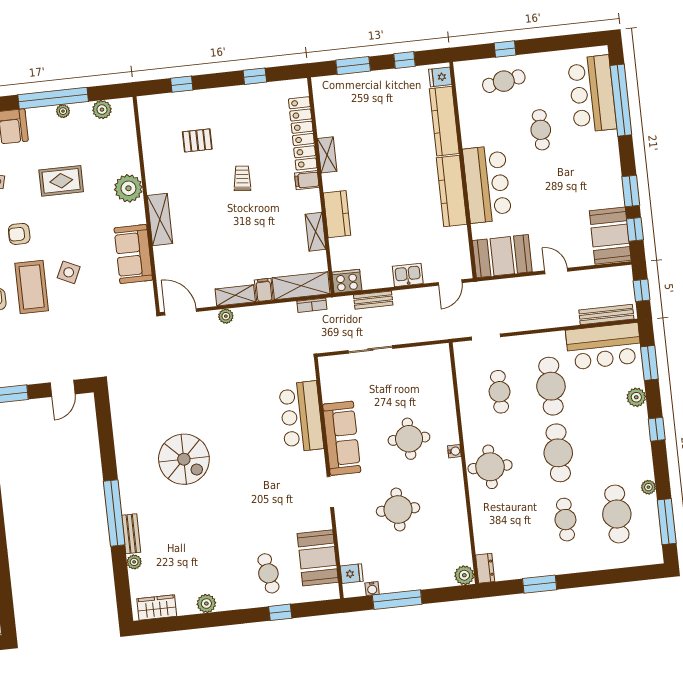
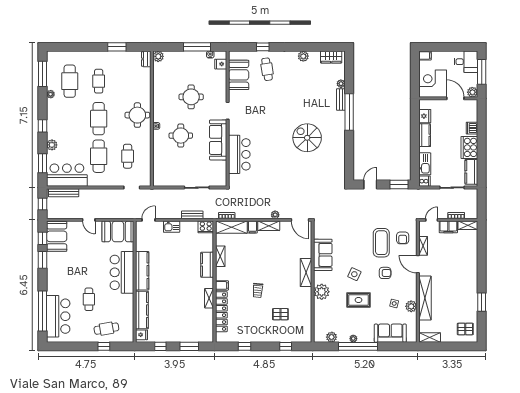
side table: (69, 272) -> (354, 274), moved

